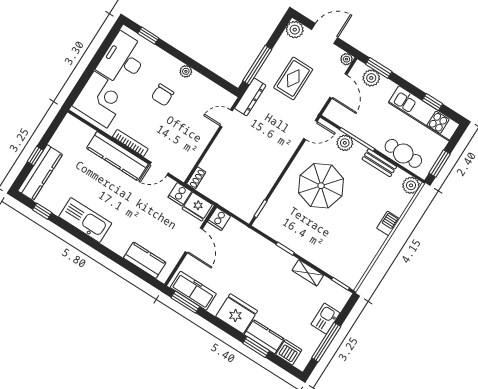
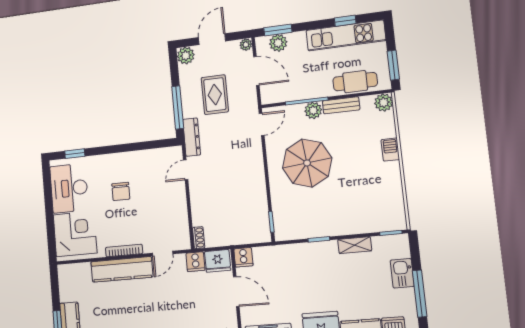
plant: (186, 71) -> (125, 158), removed
plant: (345, 143) -> (313, 110), moved

